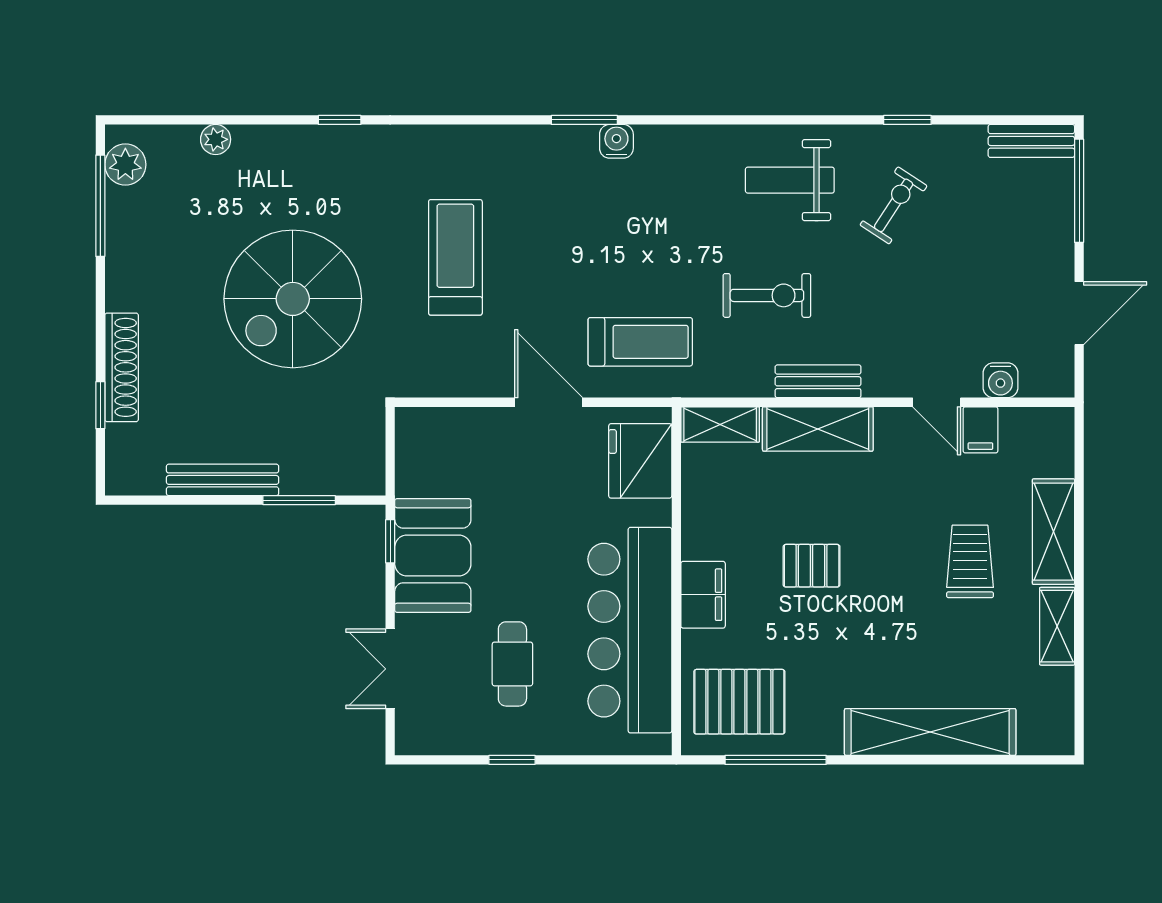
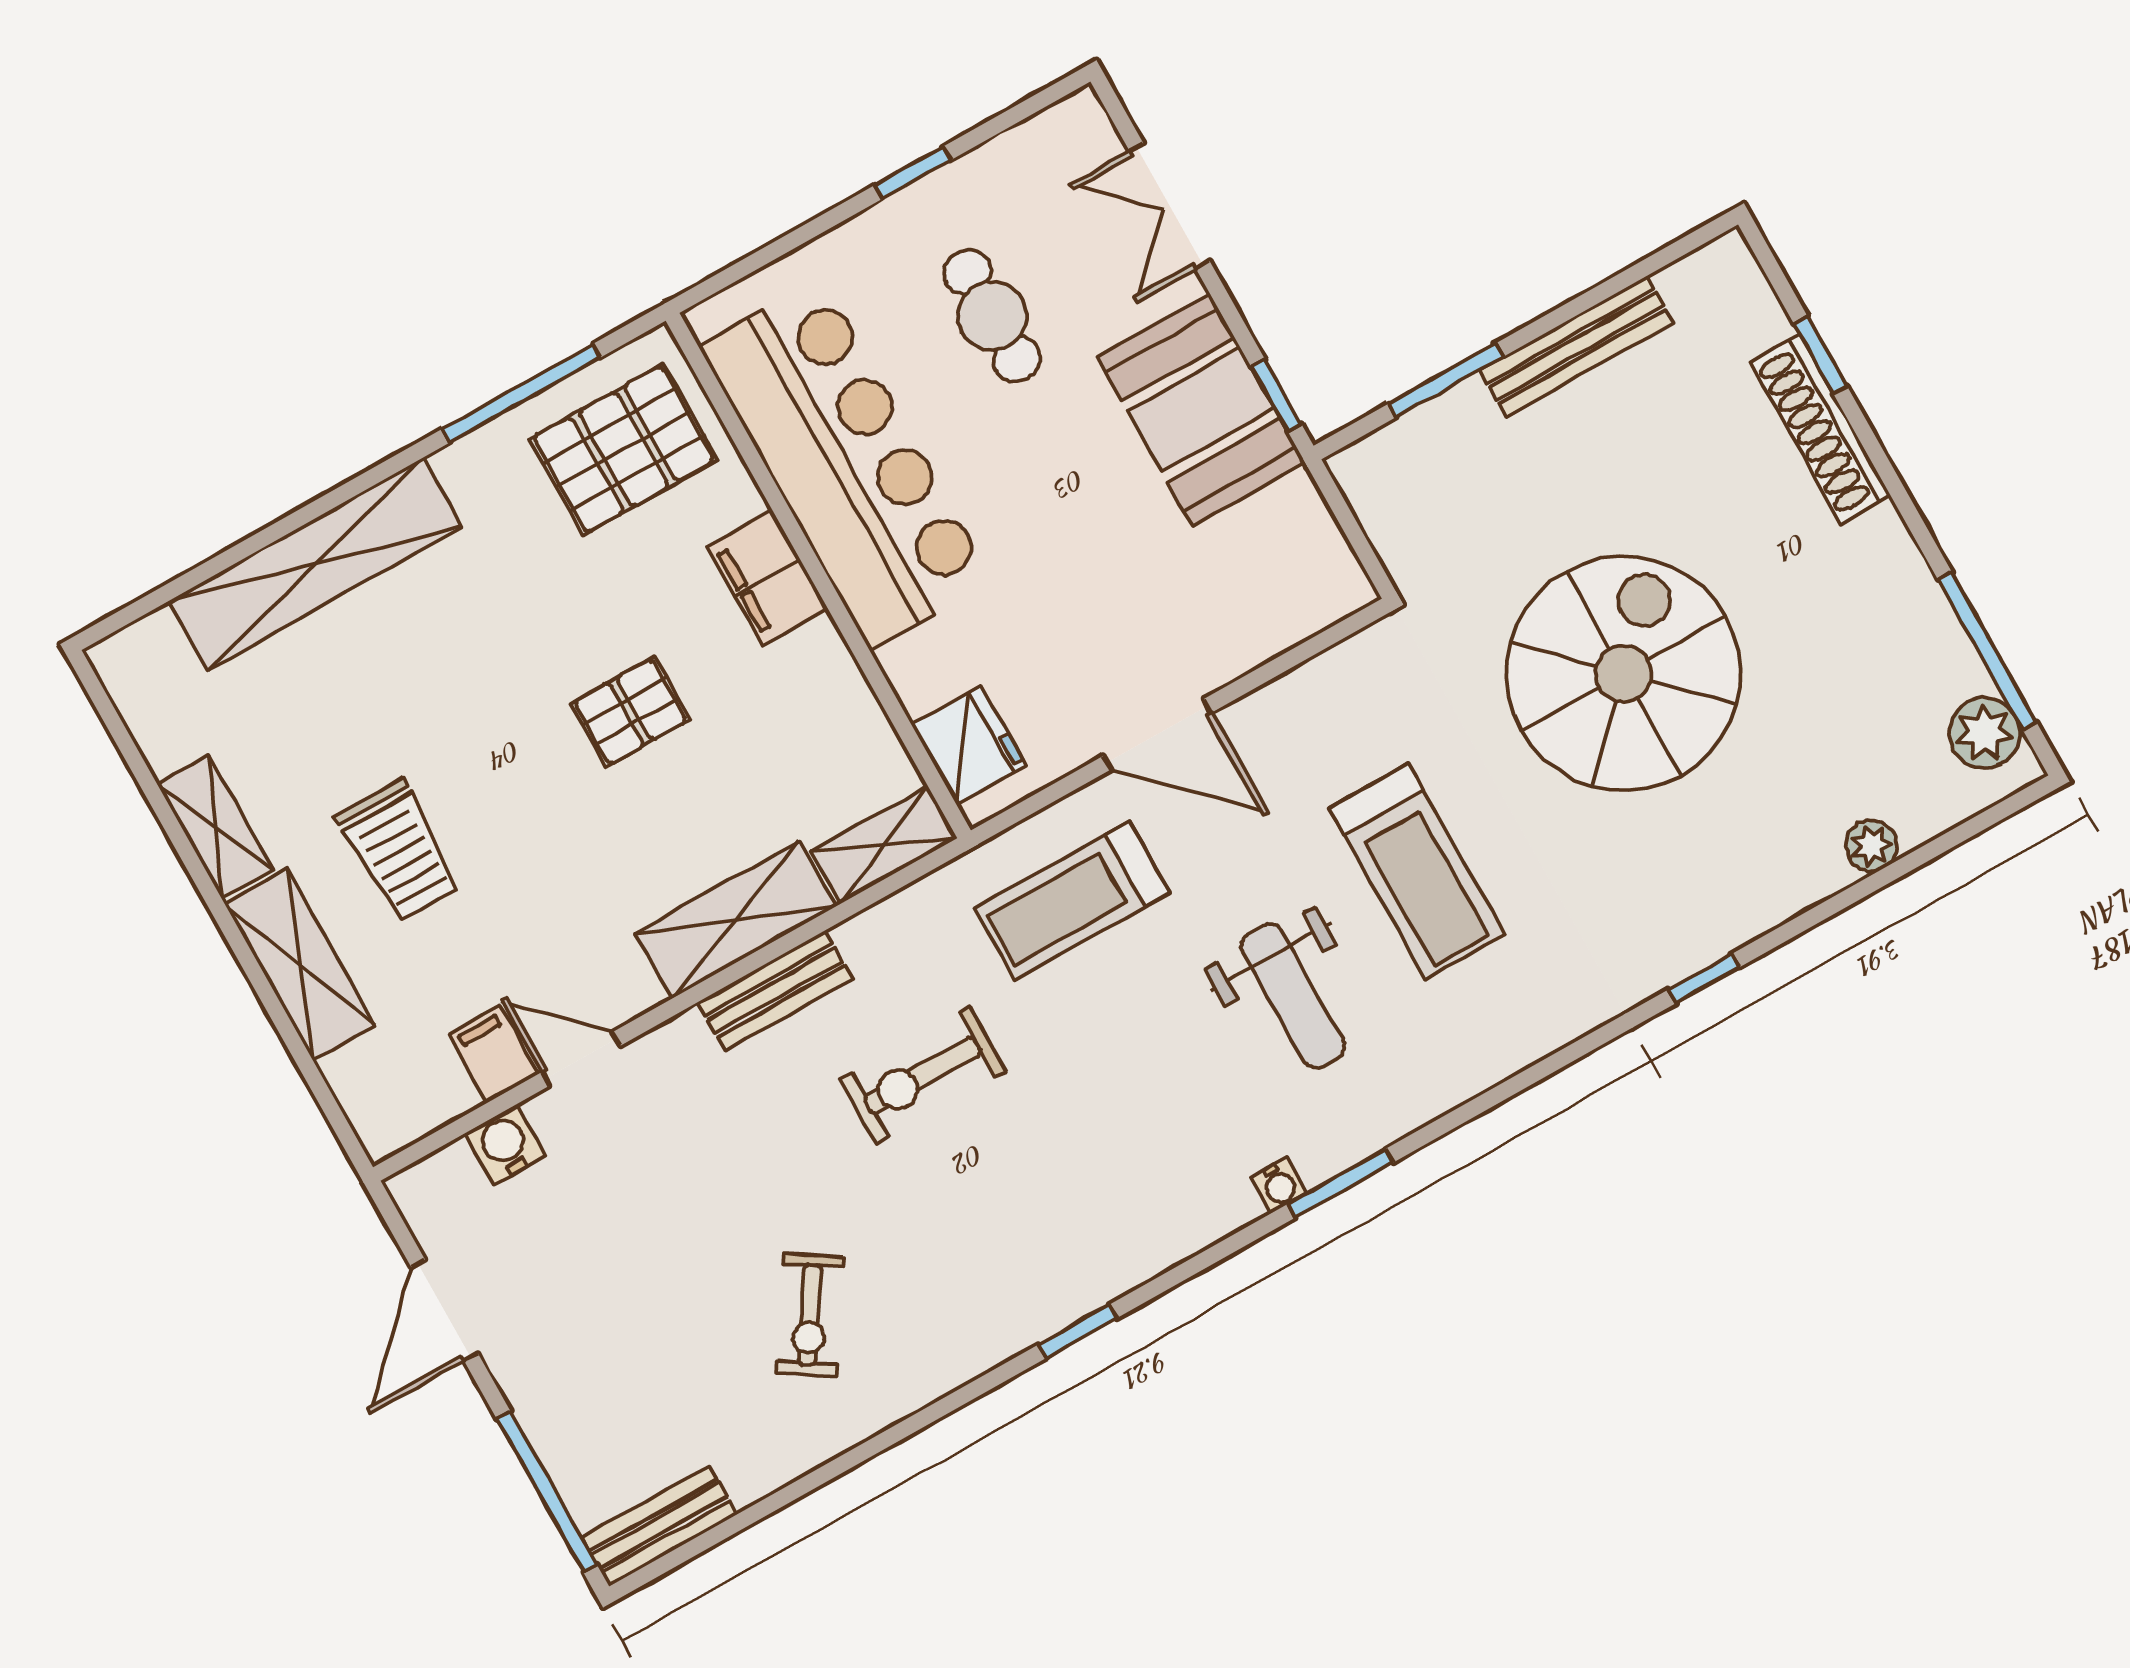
window: (907, 120) -> (1077, 1331), moved
water cooler: (616, 141) -> (1279, 1185), width x0.72, depth x0.72
weight bench: (790, 180) -> (1293, 996), moved, turned 90
fridge: (640, 461) -> (969, 745), width x0.73, depth x0.75
double door: (390, 669) -> (1170, 206), swing flipped

